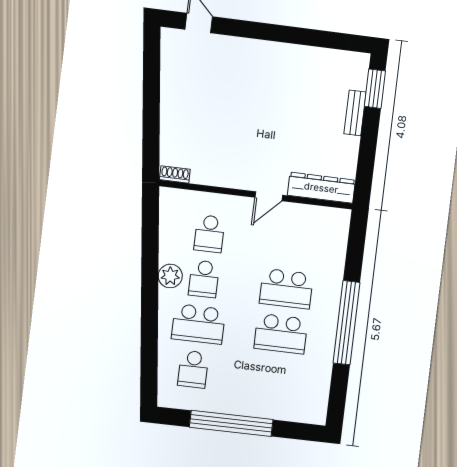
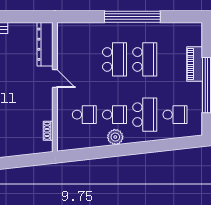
shoe rack: (175, 174) -> (48, 131), moved
piano: (265, 407) -> (195, 64), added

